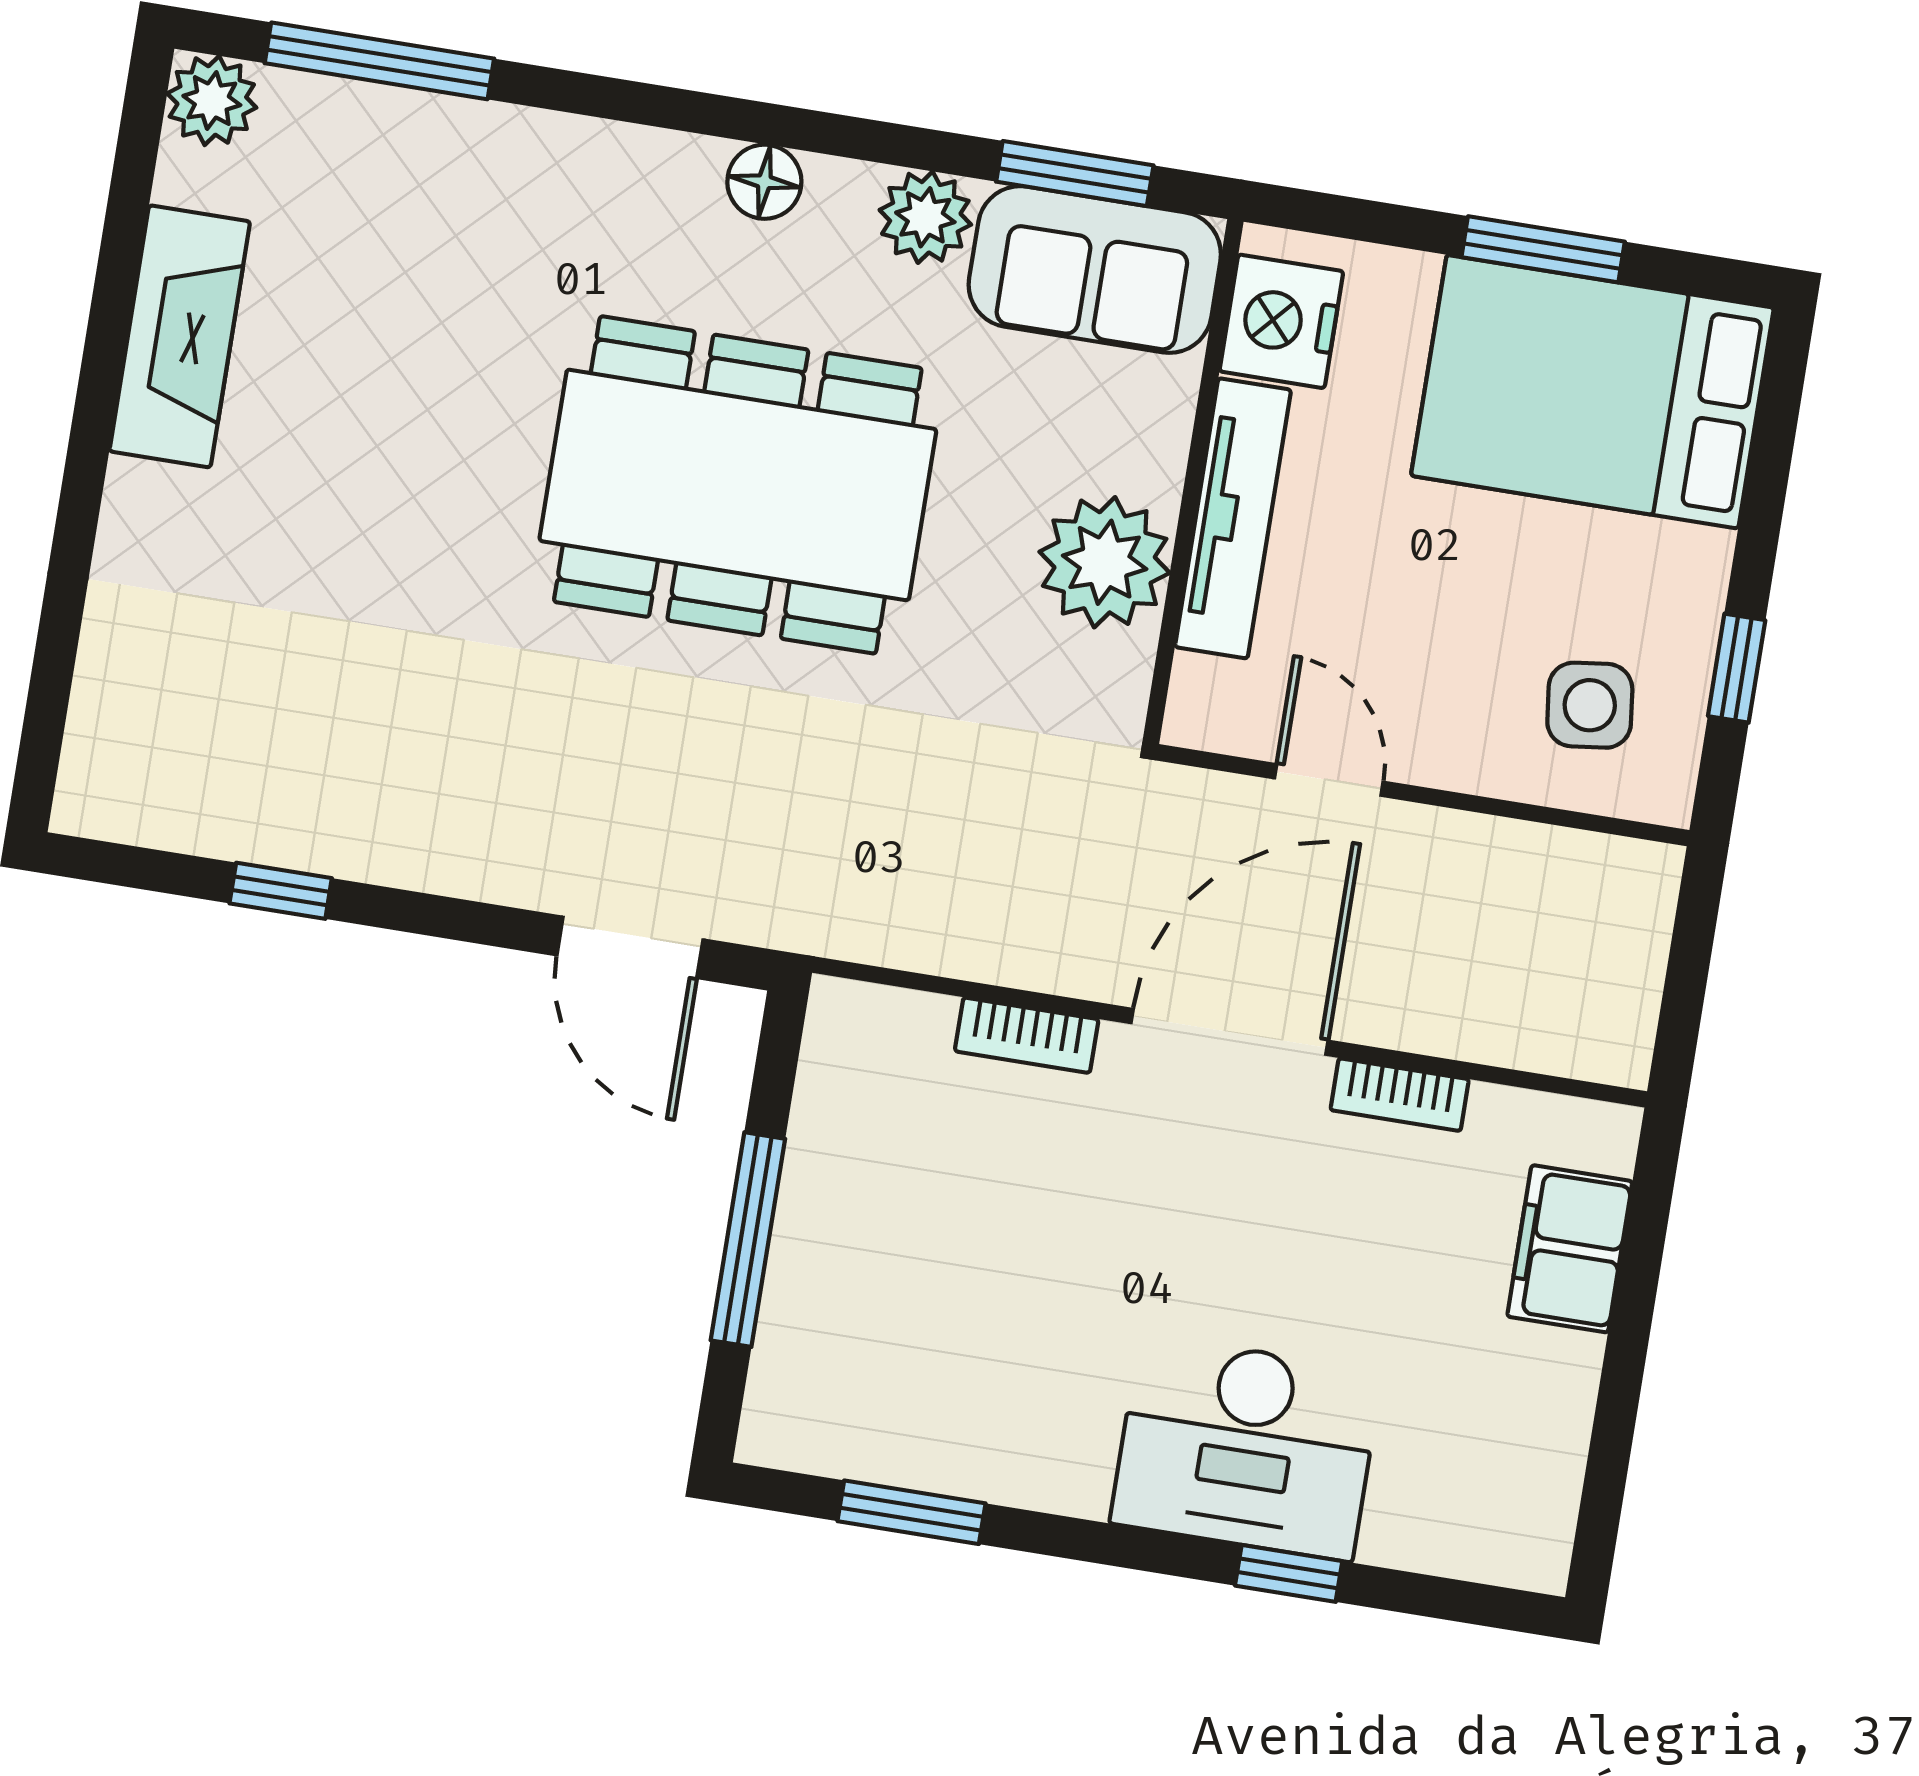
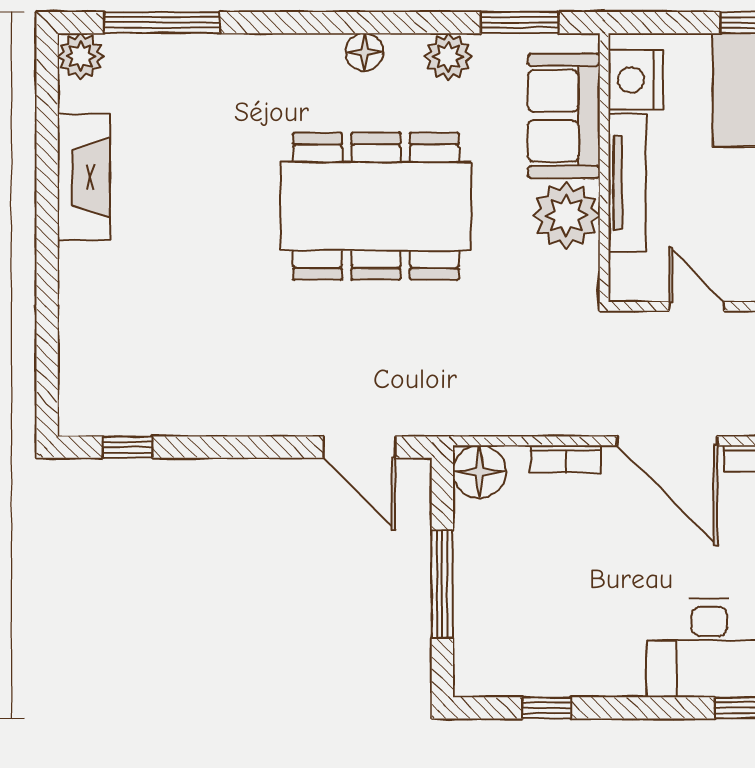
sofa: (1095, 270) -> (564, 116), moved, turned 90
window: (281, 891) -> (128, 447), moved
door: (1229, 1032) -> (667, 441), swing flipped
floor lamp: (855, 1033) -> (479, 472), added
window: (911, 1512) -> (547, 708), width x0.67

